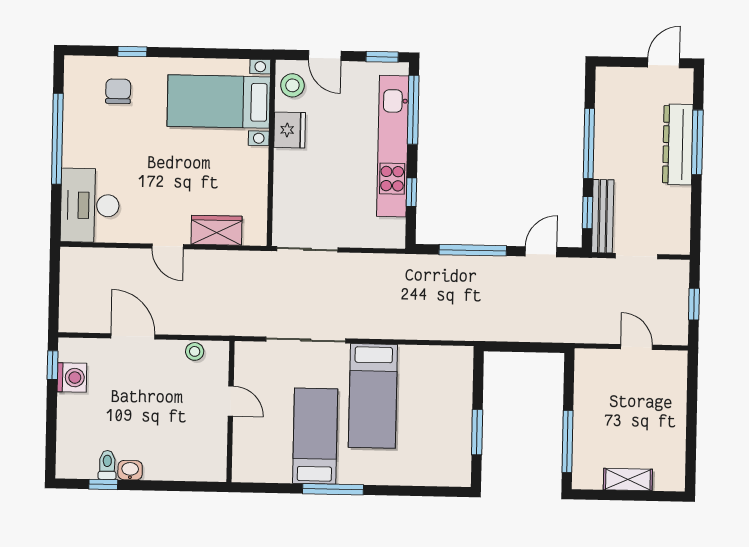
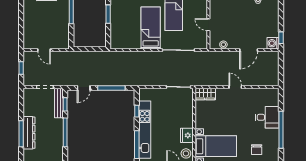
desk: (90, 205) -> (267, 117), moved, width x0.73
wardrobe: (216, 230) -> (205, 94), moved
door: (133, 336) -> (249, 50), hinge flipped
washing machine: (72, 378) -> (273, 43), moved

